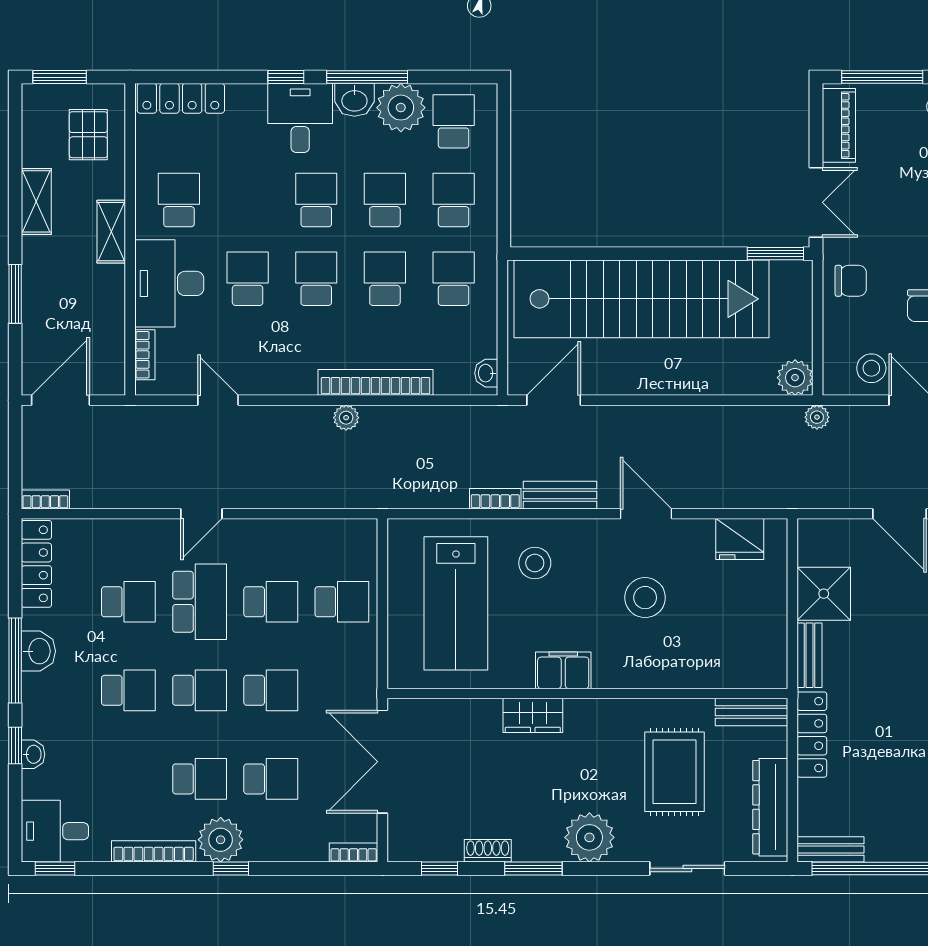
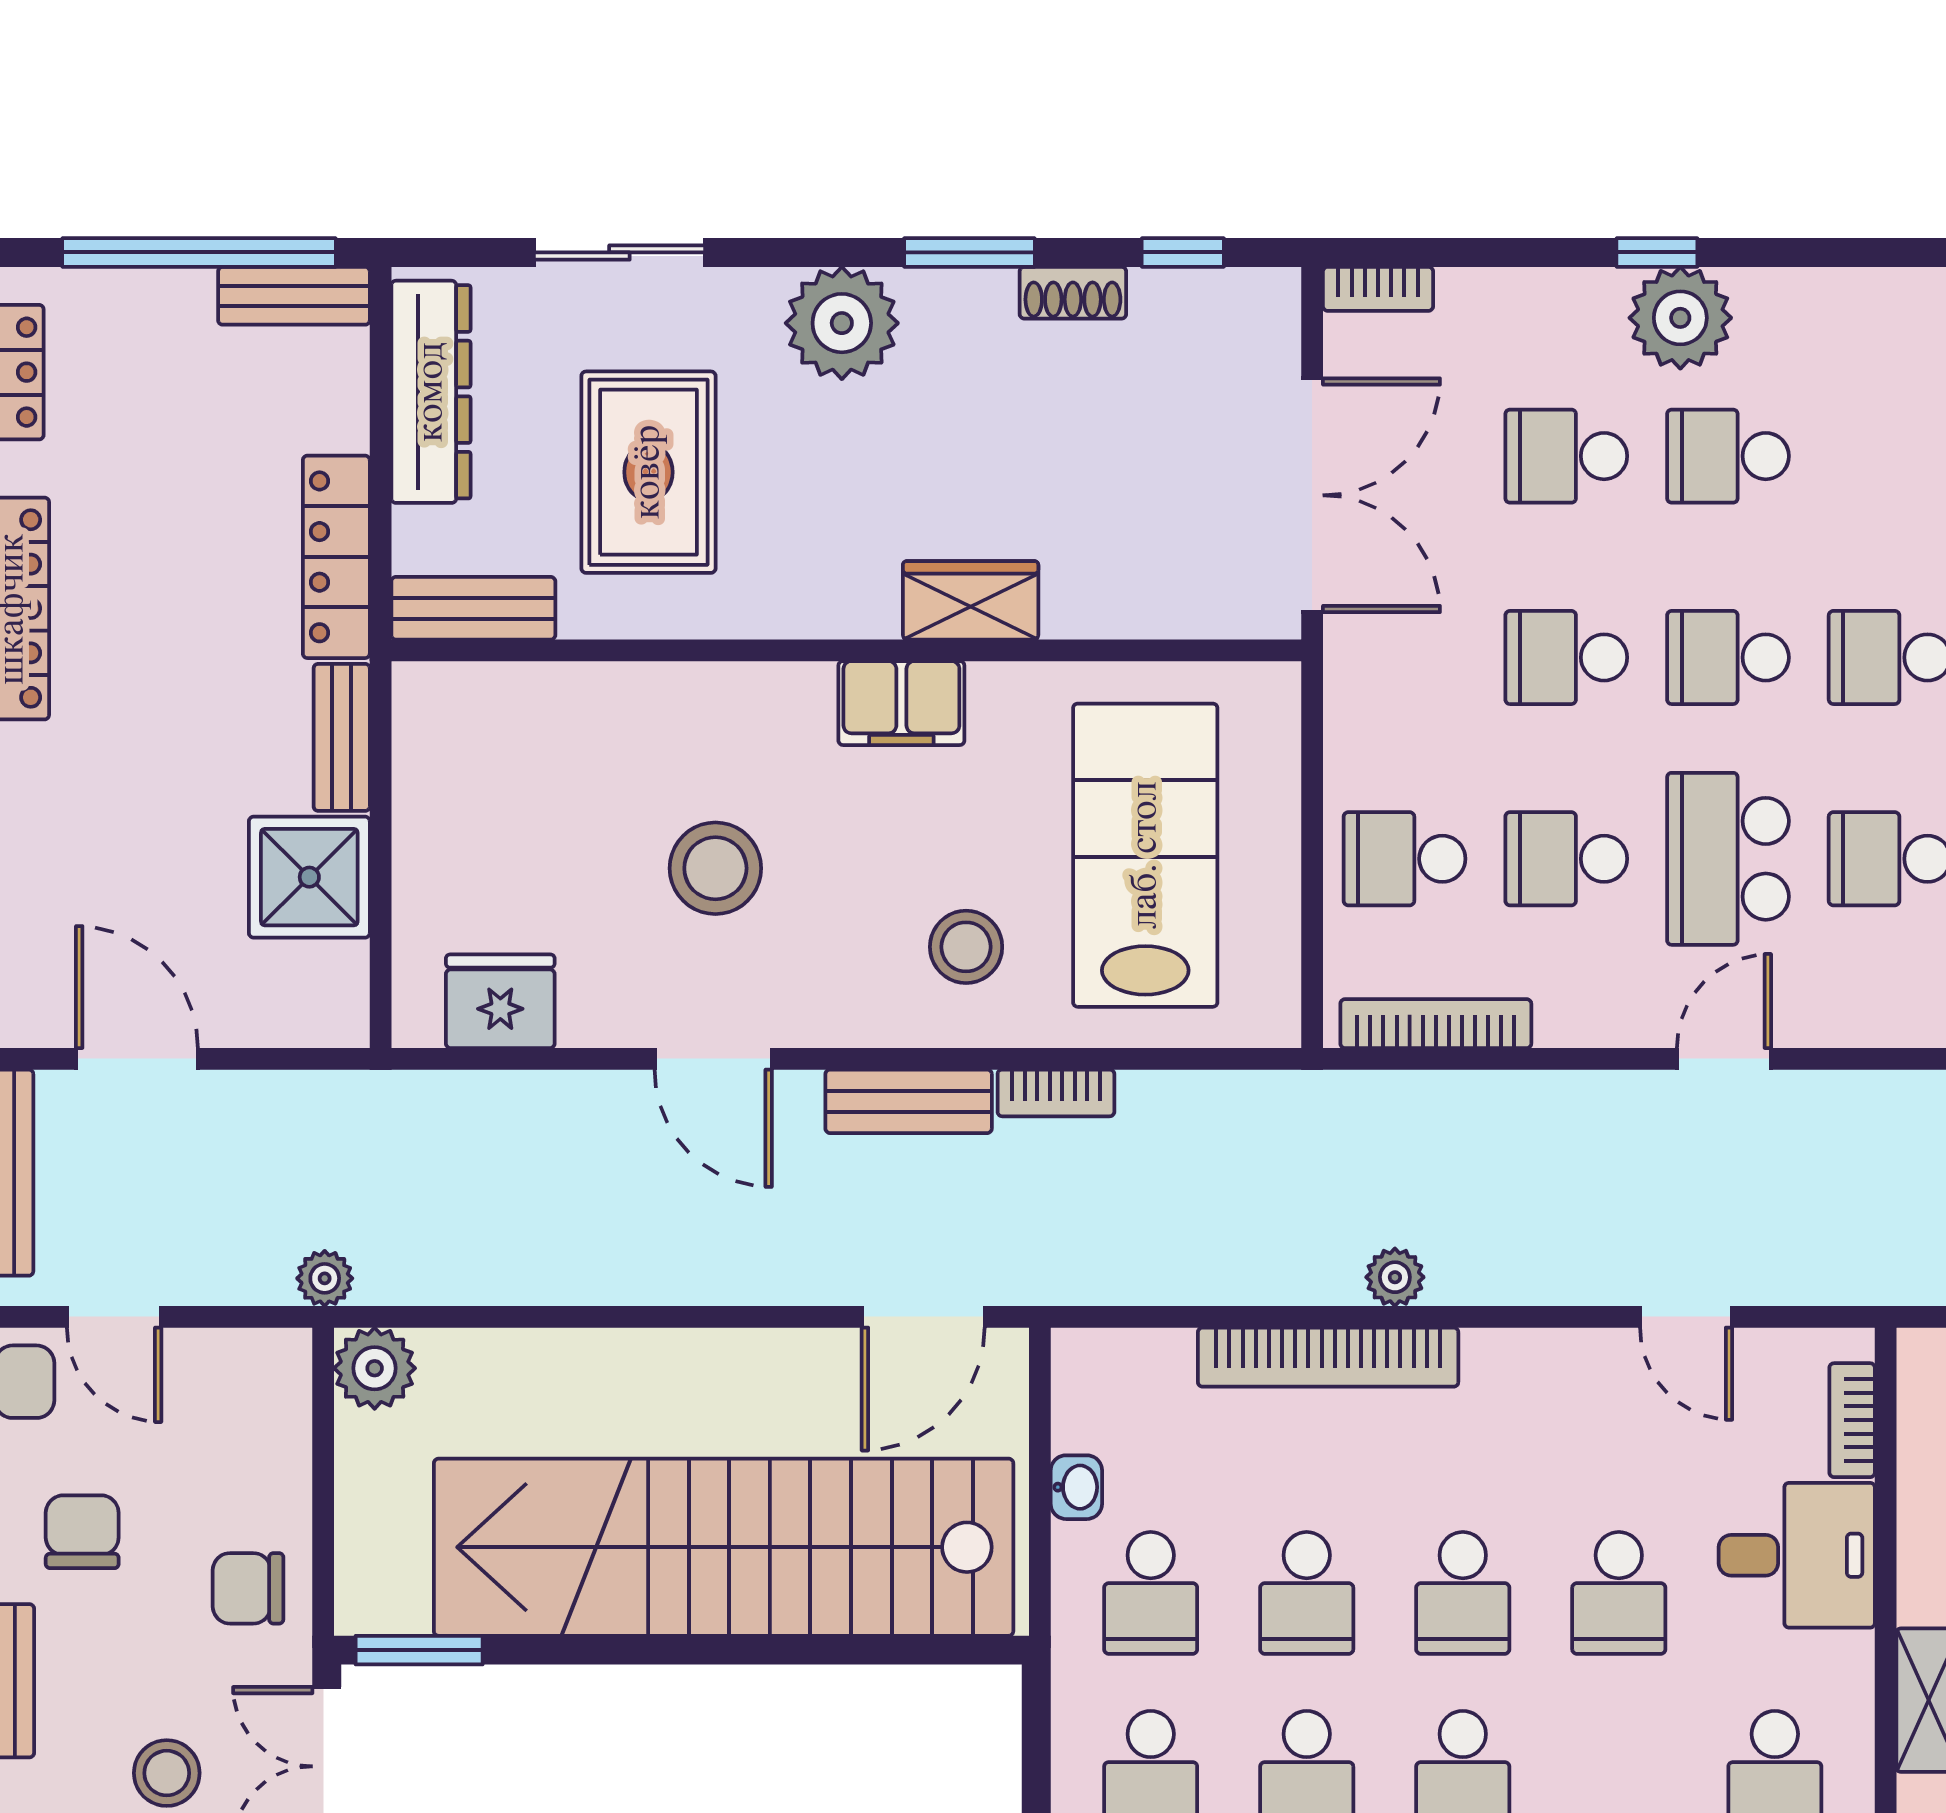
desk: (169, 283) -> (1797, 1555), width x0.73
stool: (871, 368) -> (167, 1773), moved
washbasin: (486, 373) -> (1076, 1487), moved
bookcase: (154, 851) -> (1436, 1024), moved, turned 180

